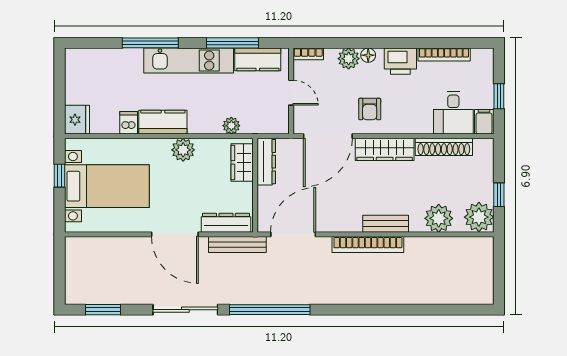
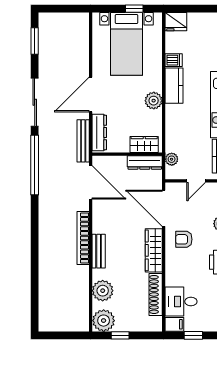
plant: (231, 126) -> (172, 159), moved

